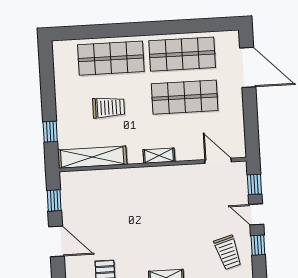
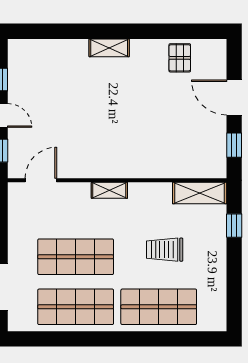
shelving: (92, 157) -> (200, 193), width x0.68
door: (218, 161) -> (41, 180), swing flipped
trolley: (228, 252) -> (36, 73), removed

